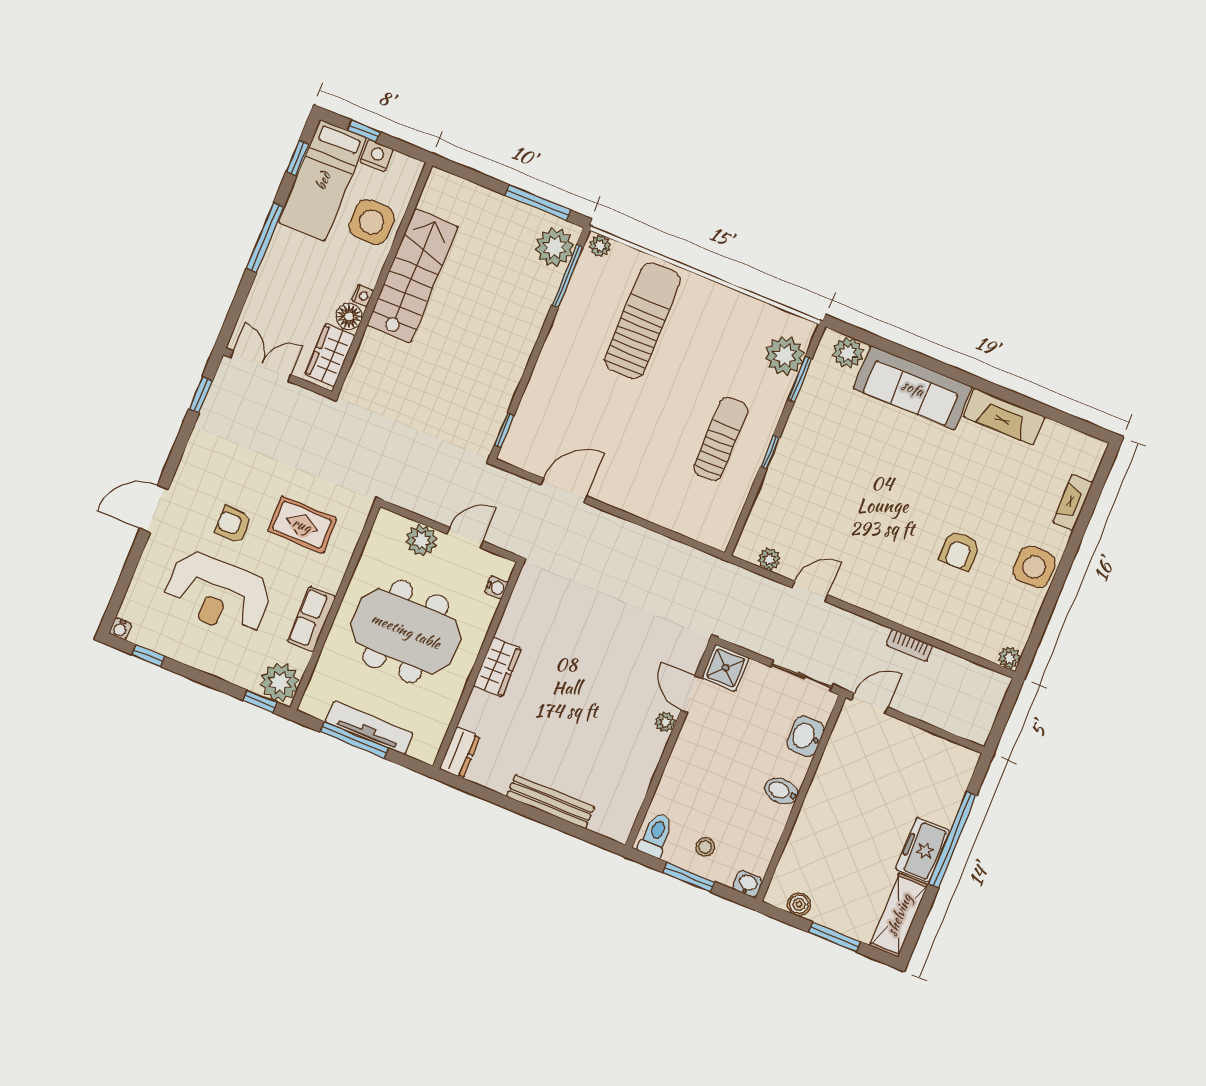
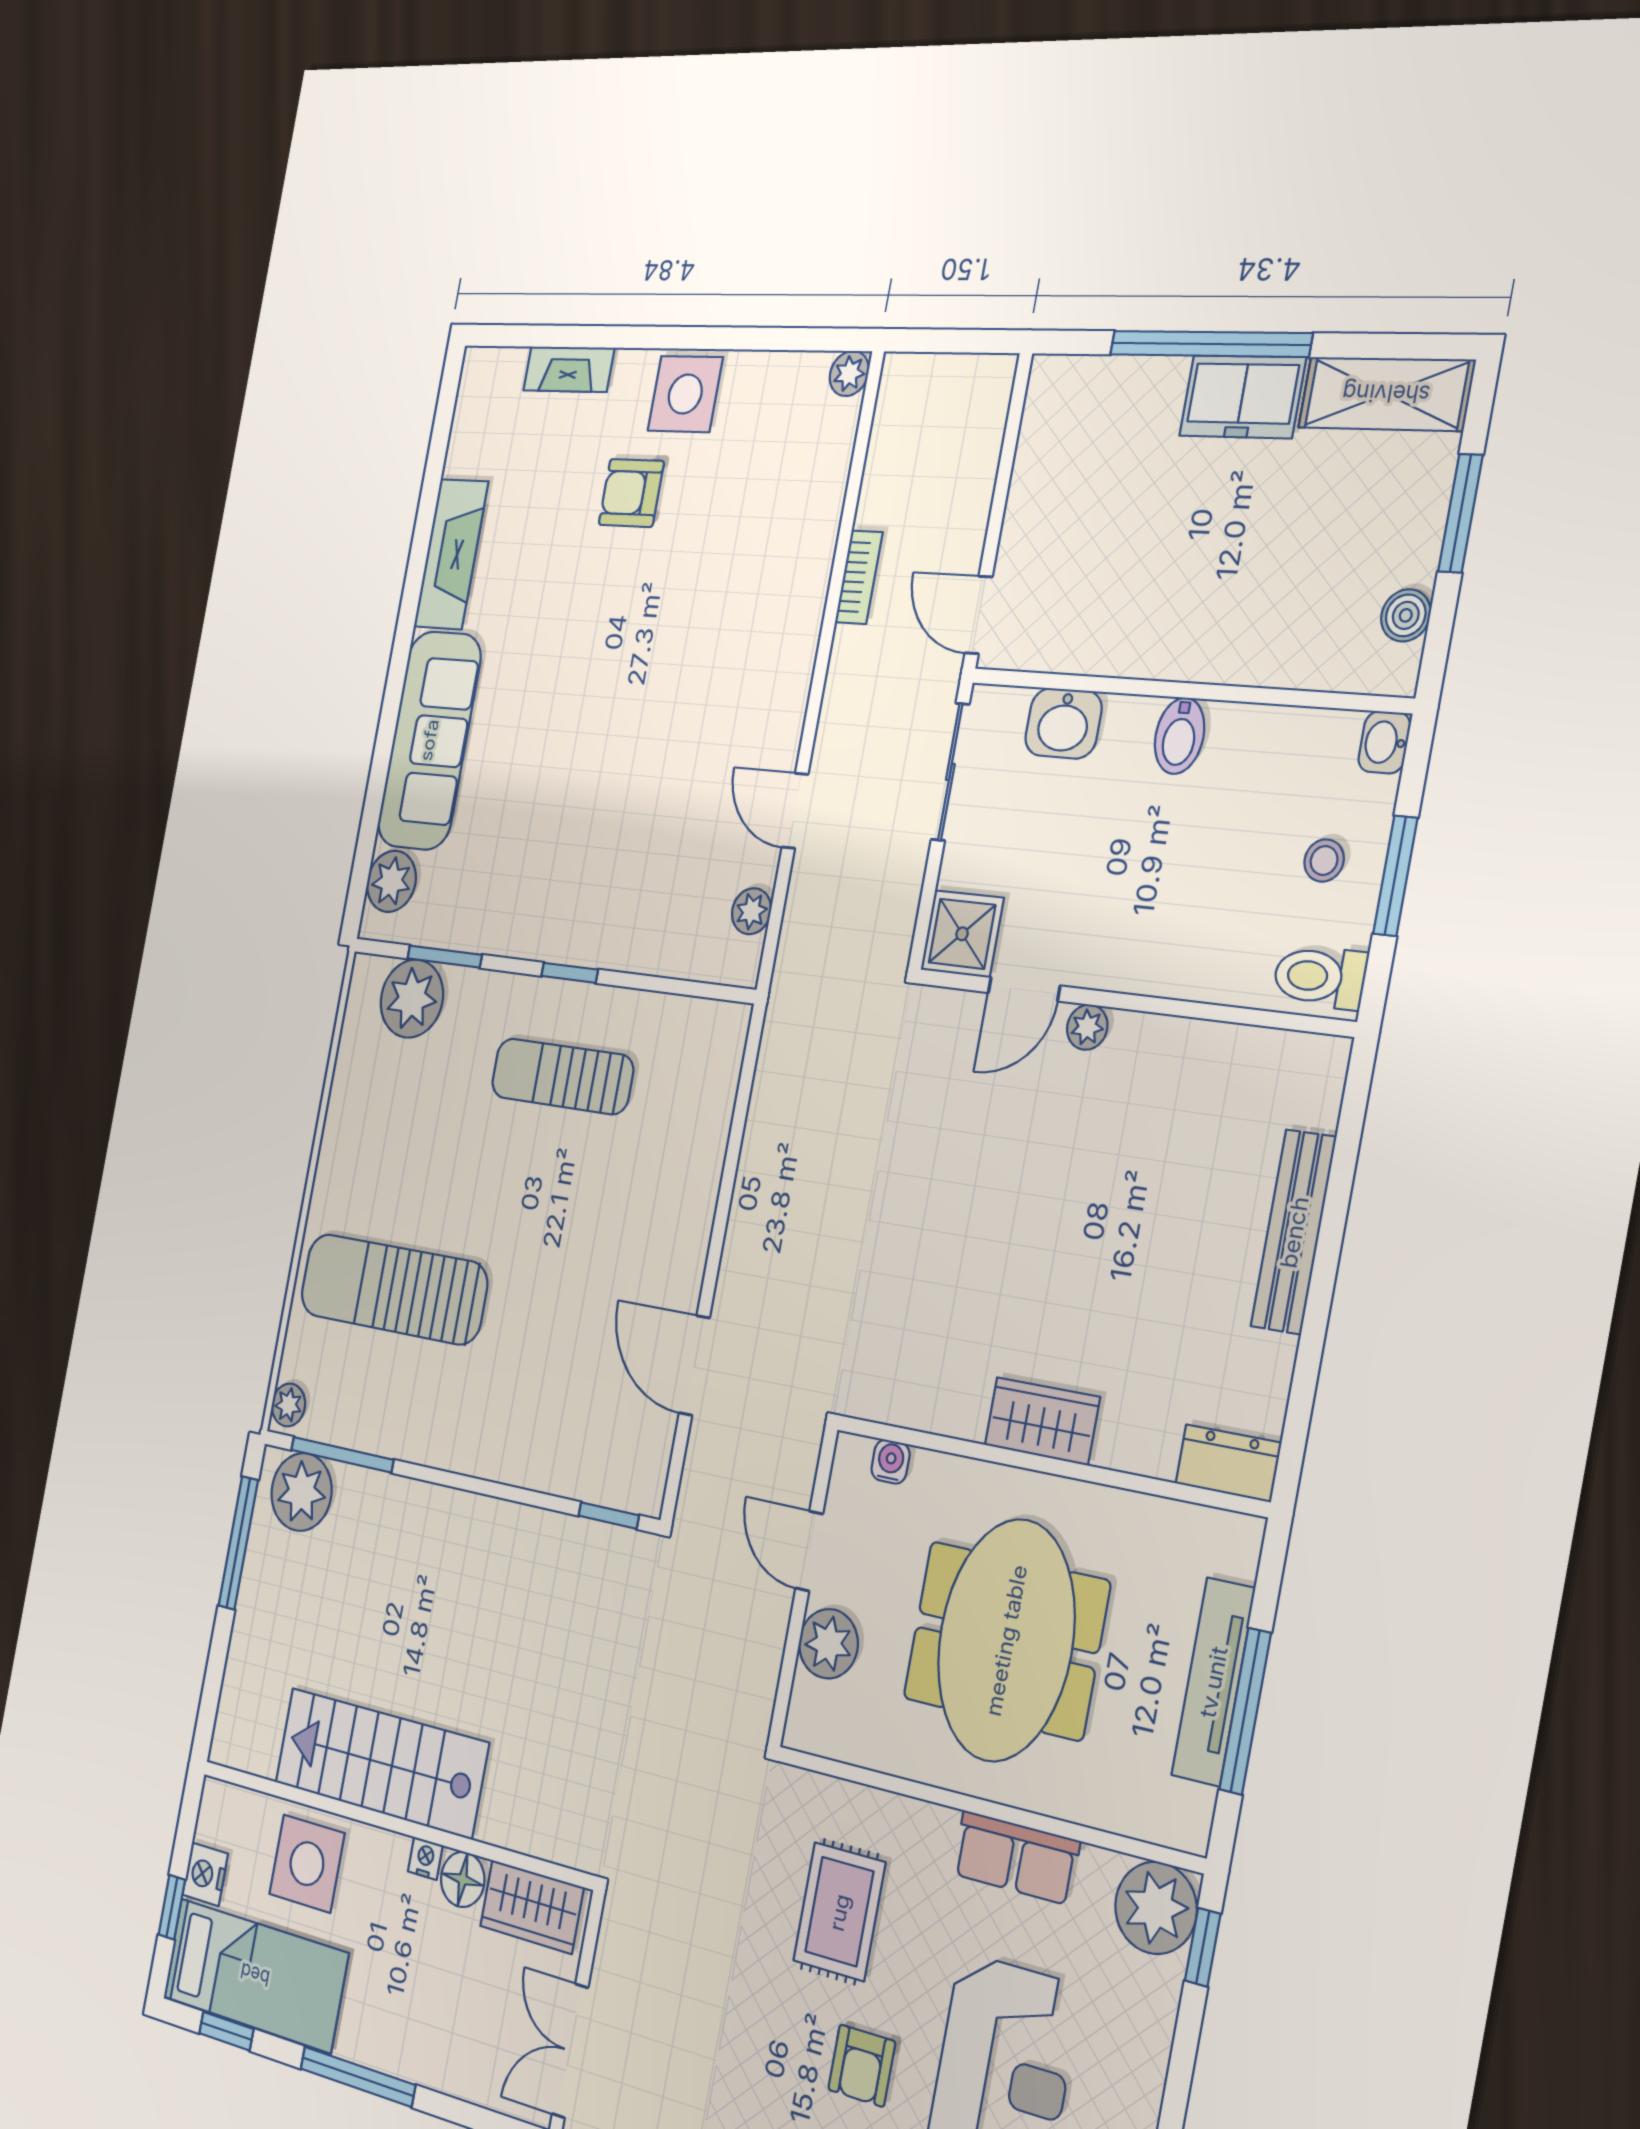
armchair: (960, 550) -> (631, 493), moved, turned 180

